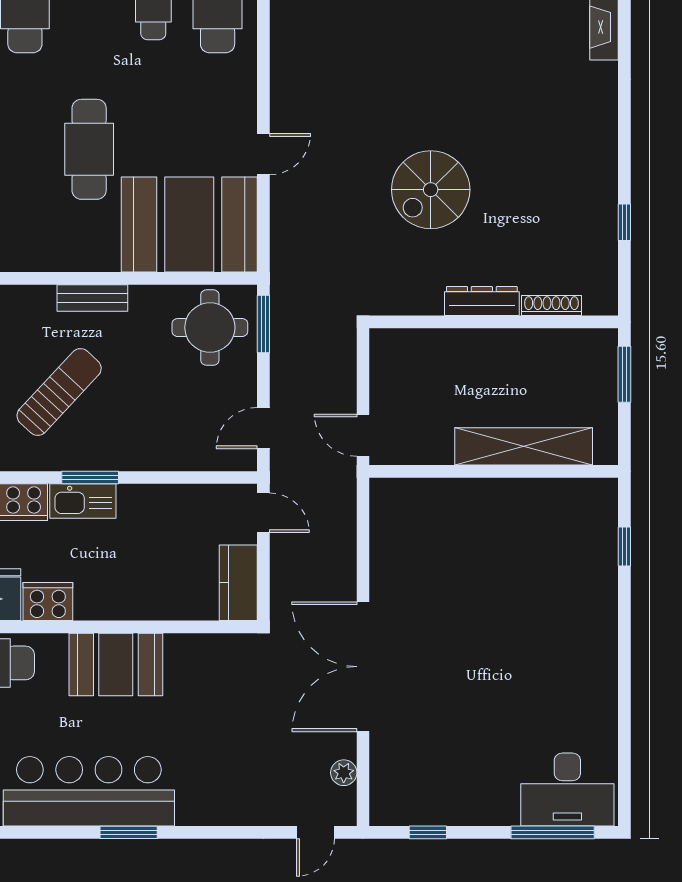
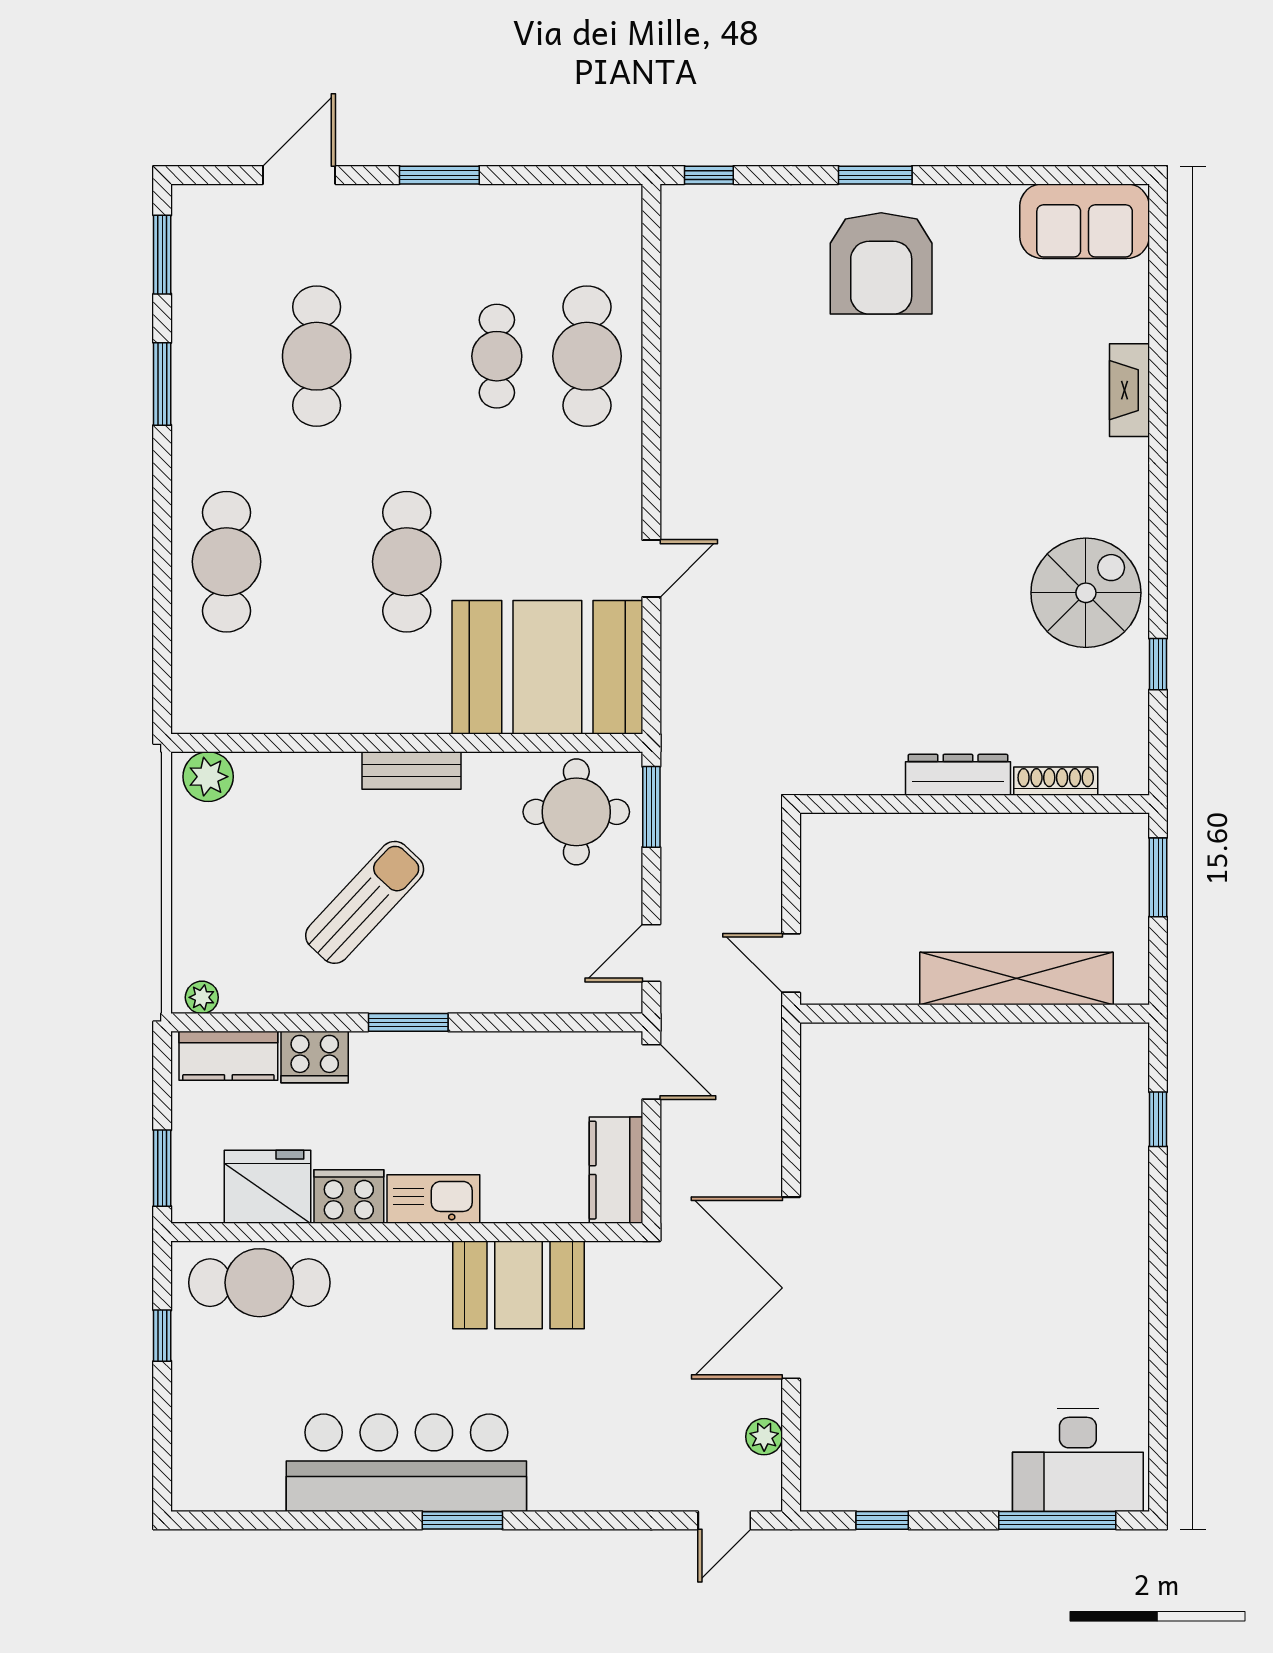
spiral stairs: (431, 190) -> (1086, 593), moved, turned 180
kitchen sink: (83, 501) -> (433, 1199), moved, turned 180
booth: (116, 665) -> (518, 1285), moved

